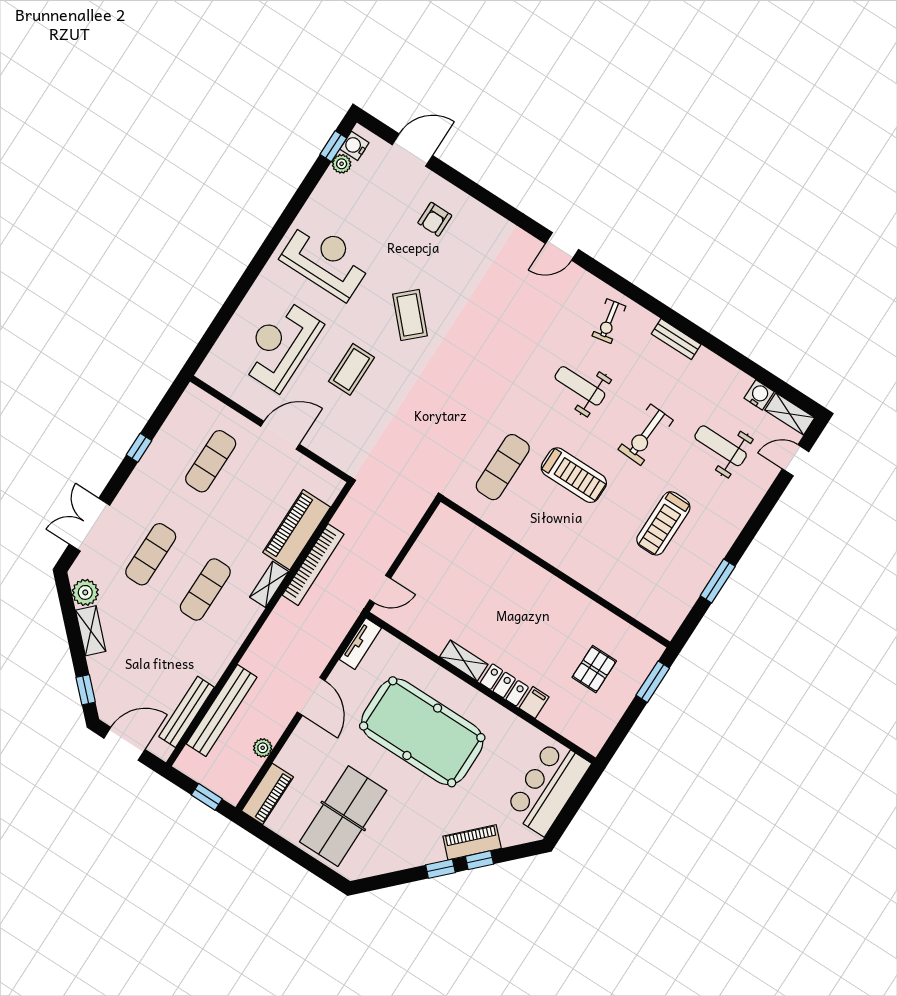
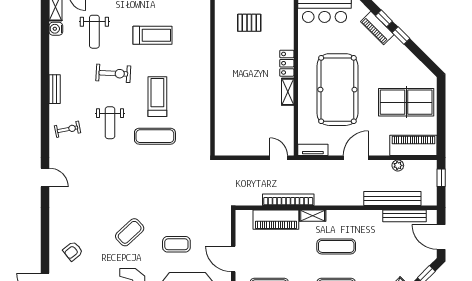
armchair: (435, 219) -> (73, 251), turned 141
exercise mat: (503, 467) -> (155, 136), moved
filing cabinet: (534, 703) -> (286, 42), removed
piano: (267, 794) -> (413, 145), width x1.37, depth x1.33

